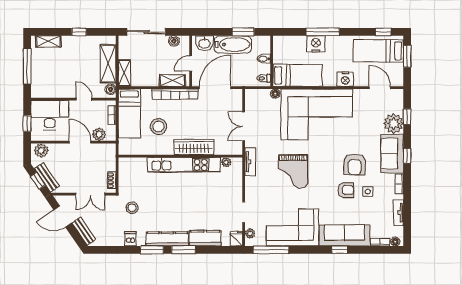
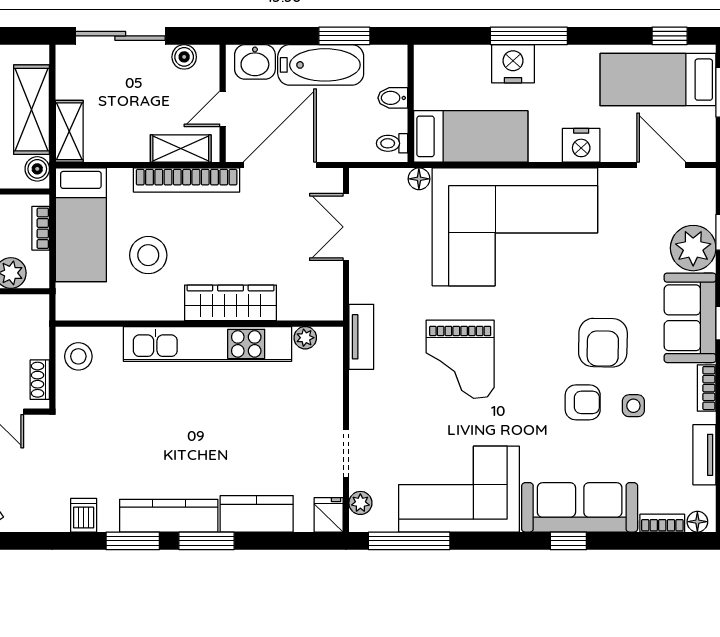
double door: (244, 126) -> (346, 227), moved
stool: (132, 208) -> (78, 356), moved

